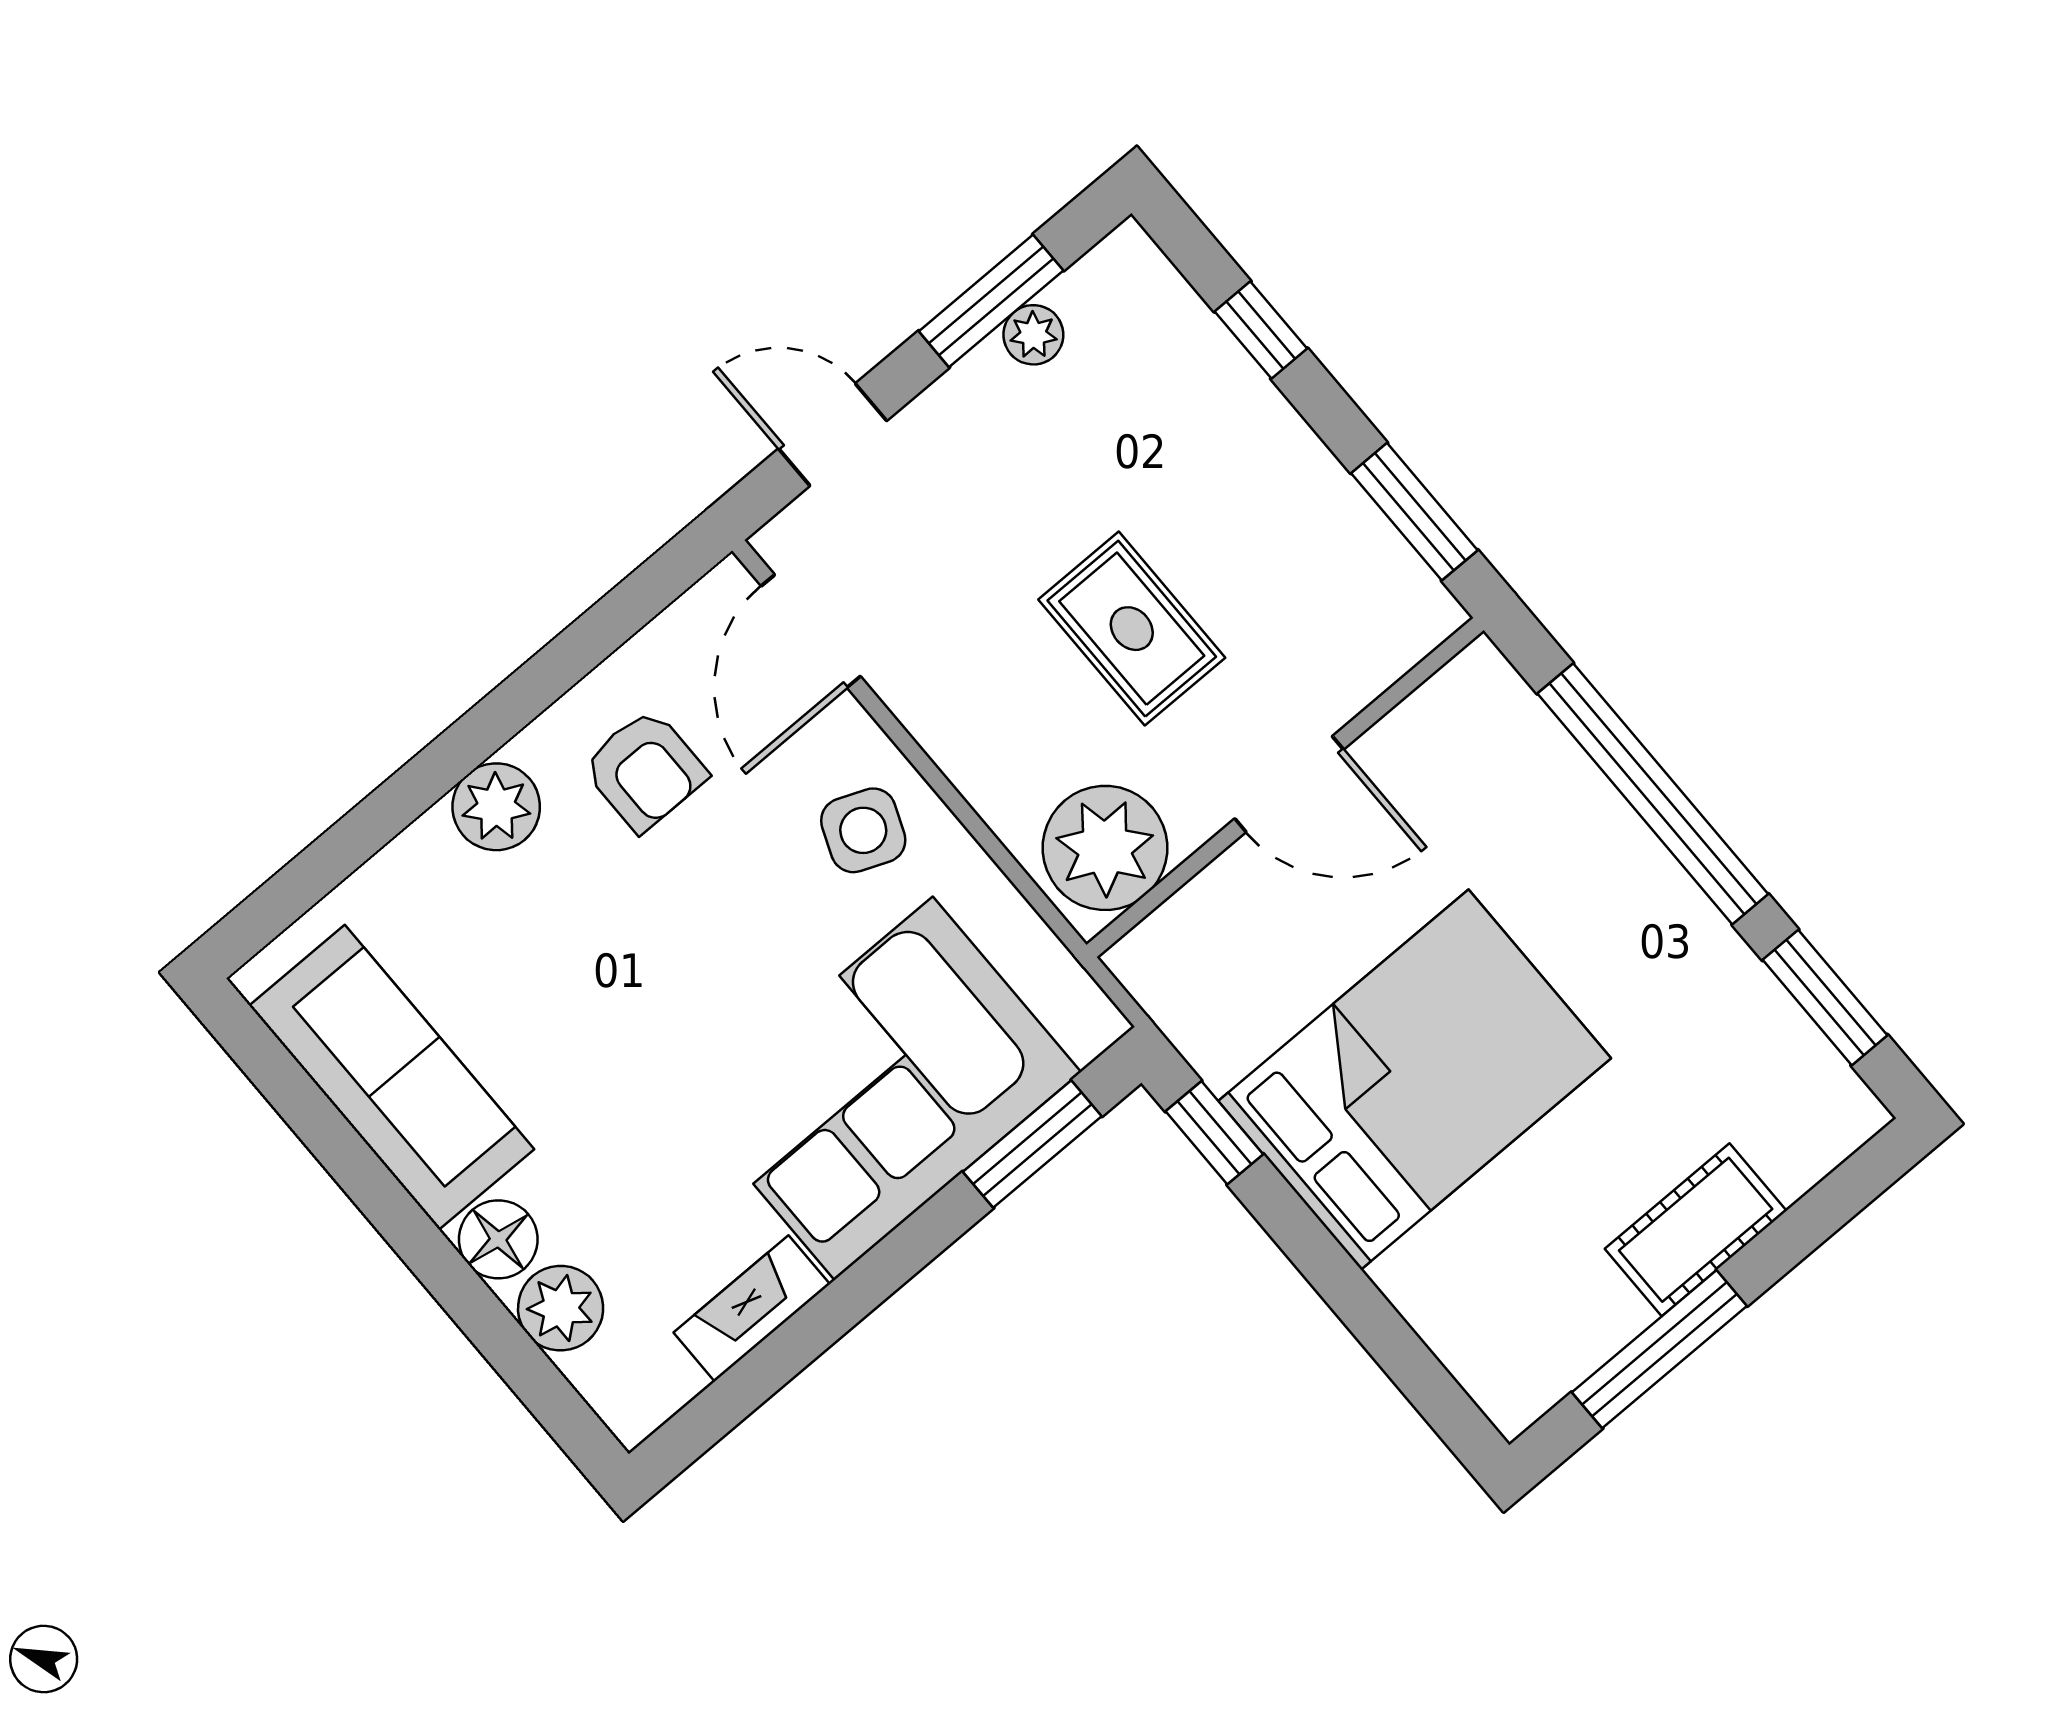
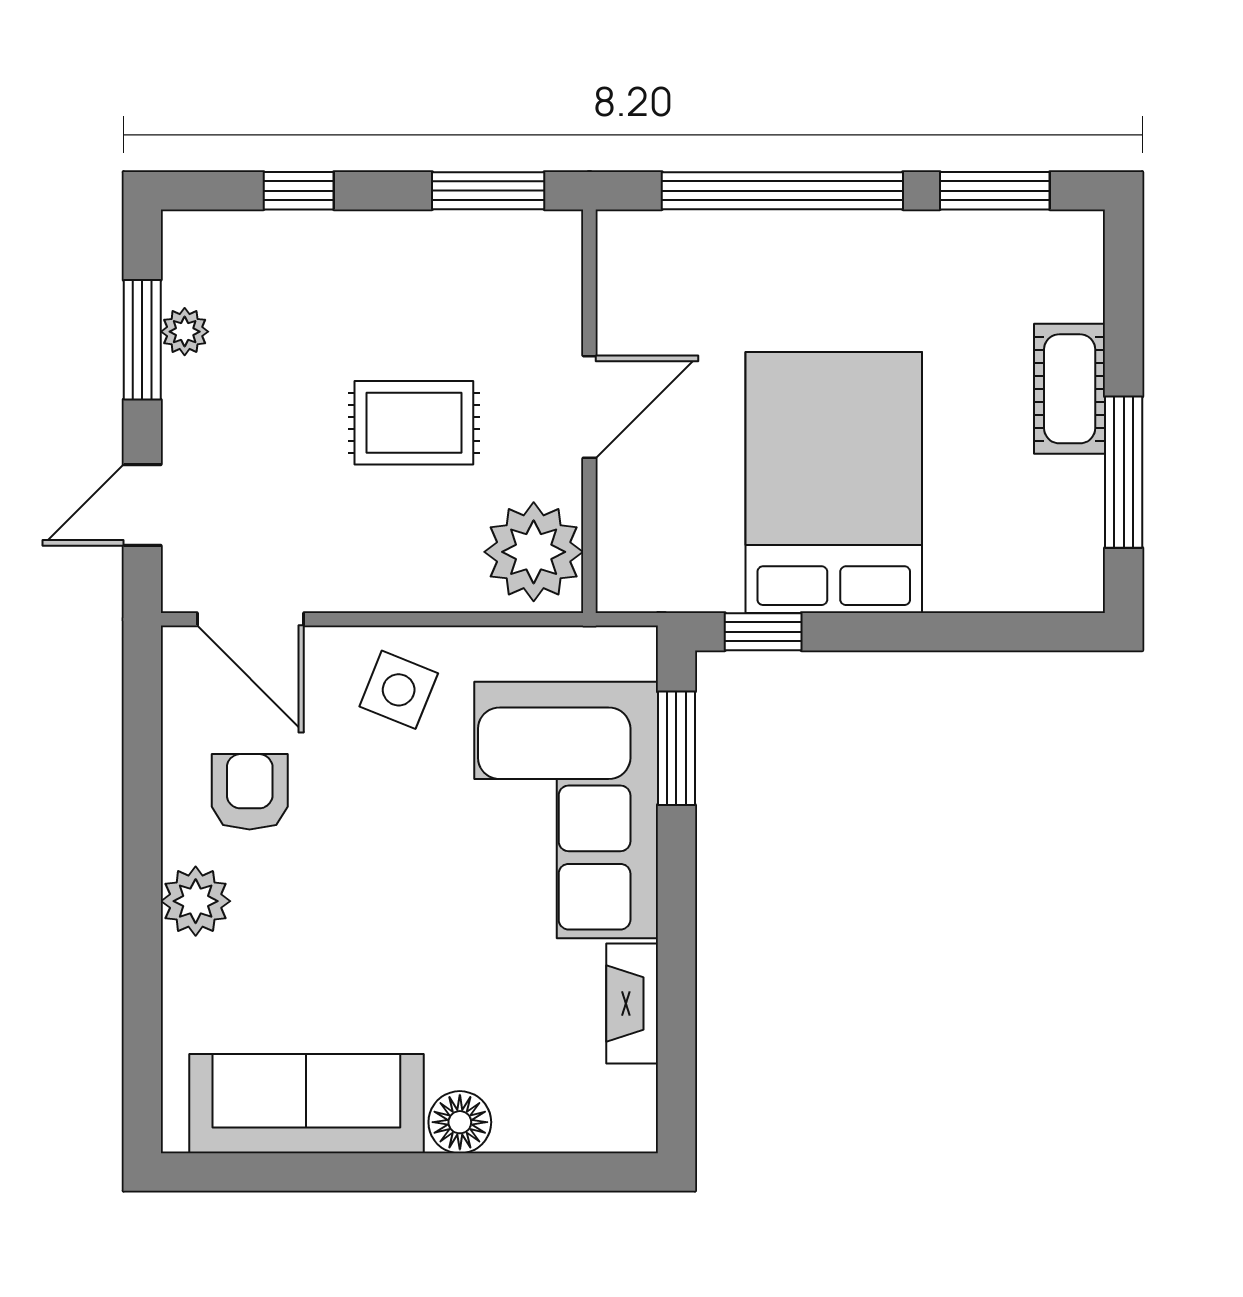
armchair: (645, 770) -> (250, 792), turned -90
plant: (561, 1308) -> (534, 1120), removed

